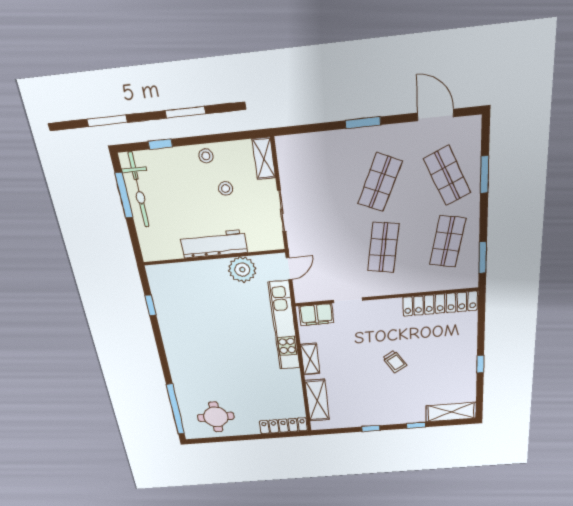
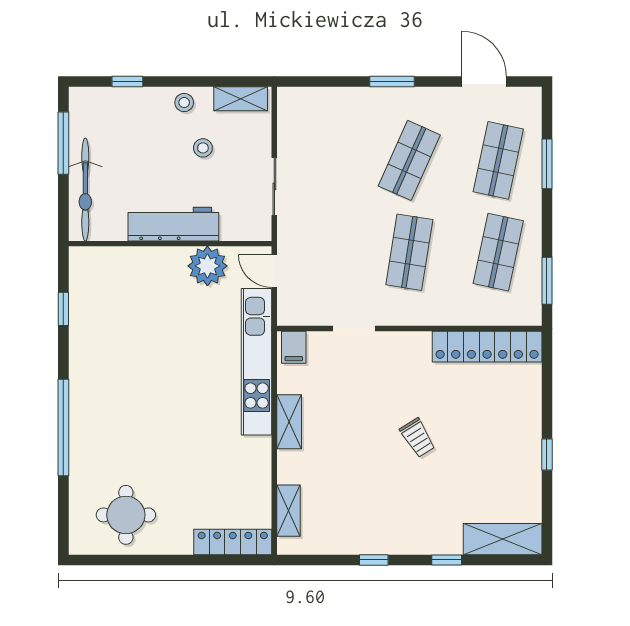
shelving: (264, 158) -> (241, 99), moved, turned 90
shop shelf: (447, 176) -> (498, 160), turned 36
bicycle: (139, 190) -> (85, 189), moved
door: (289, 269) -> (274, 271), swing flipped
filing cabinet: (316, 315) -> (294, 347), width x0.50
shelving: (317, 400) -> (288, 511), width x0.67, depth x0.75
window: (175, 409) -> (63, 428), moved

